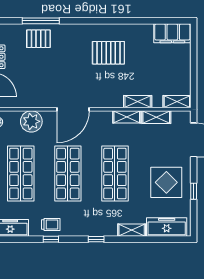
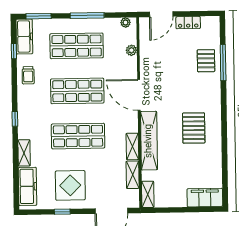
filing cabinet: (172, 33) -> (205, 198), moved, turned 90
shelving: (138, 102) -> (149, 141), width x2.20, depth x1.33
plant: (31, 121) -> (131, 50), width x0.53, depth x0.53
window: (51, 239) -> (14, 51), moved

